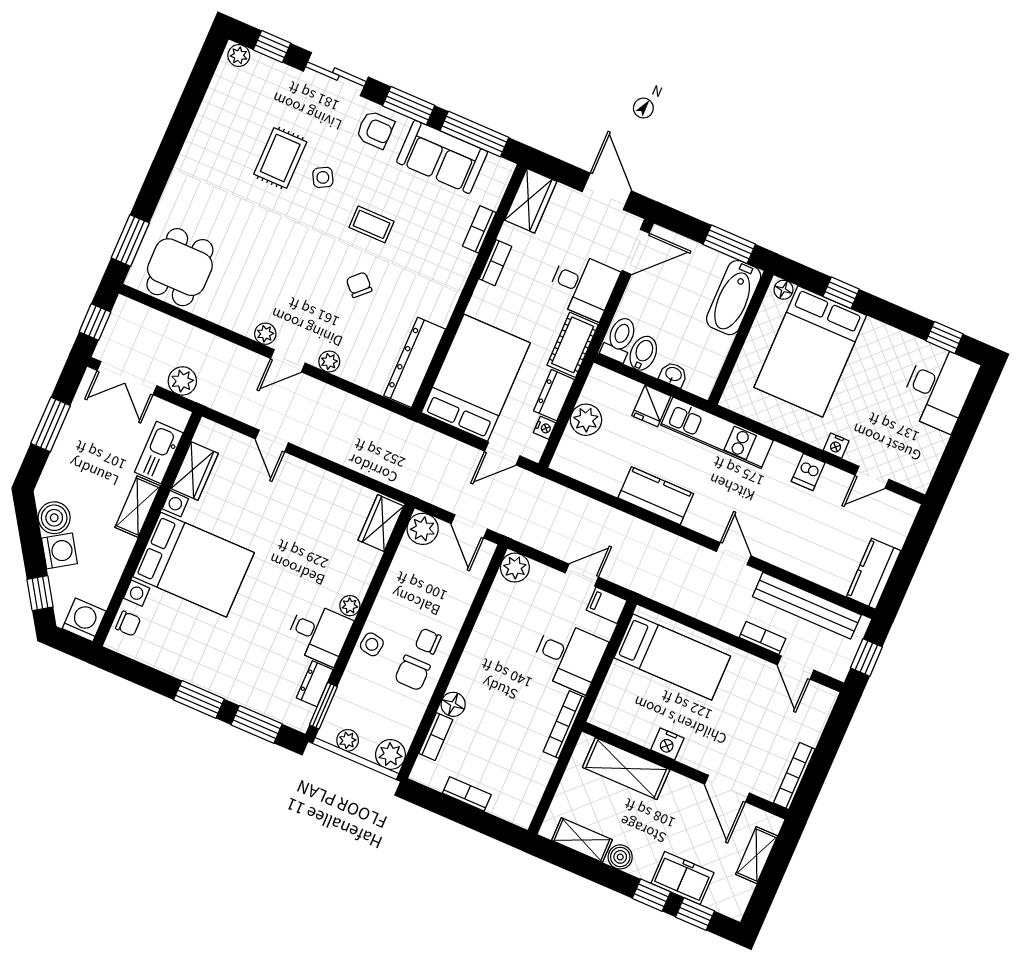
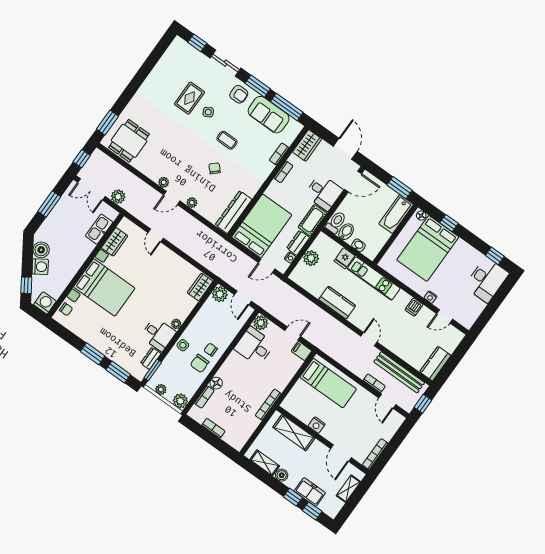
plant: (239, 56) -> (180, 44), removed
shelving: (138, 507) -> (83, 253), removed
desk: (569, 656) -> (254, 346), moved, turned 180

